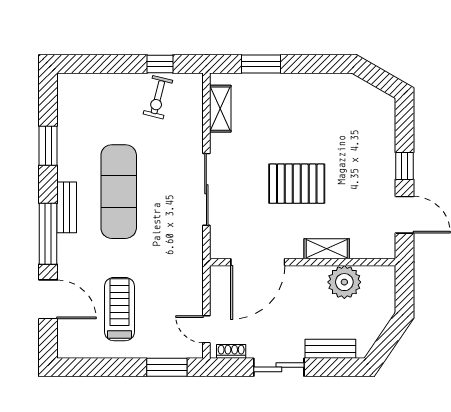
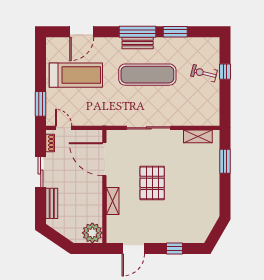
window: (160, 64) -> (225, 72), moved
exercise bike: (158, 97) -> (204, 73), moved
window: (404, 166) -> (175, 248), moved
window: (48, 234) -> (137, 32), moved
plant: (344, 282) -> (92, 233), moved
treadmill: (120, 309) -> (76, 75), width x1.37, depth x1.38
door: (206, 329) -> (64, 128), hinge flipped

